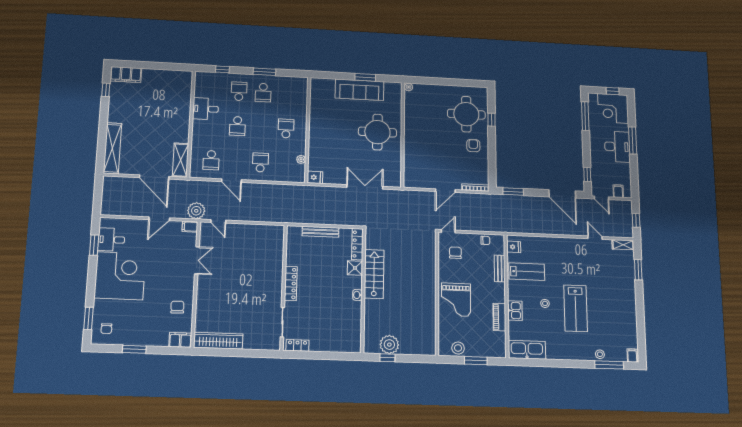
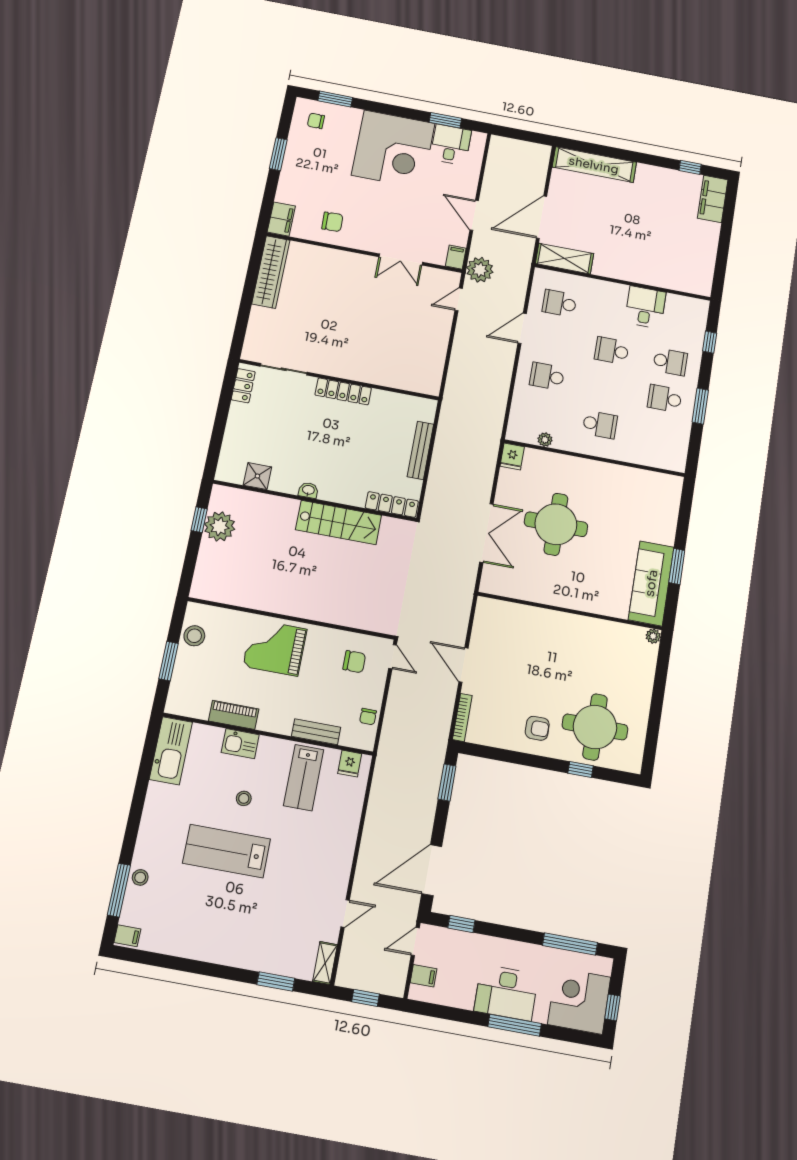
sofa: (359, 90) -> (651, 583), moved
round table: (377, 132) -> (556, 524), moved
school desk: (260, 162) -> (547, 376), turned 180
shower: (355, 268) -> (257, 476), moved

